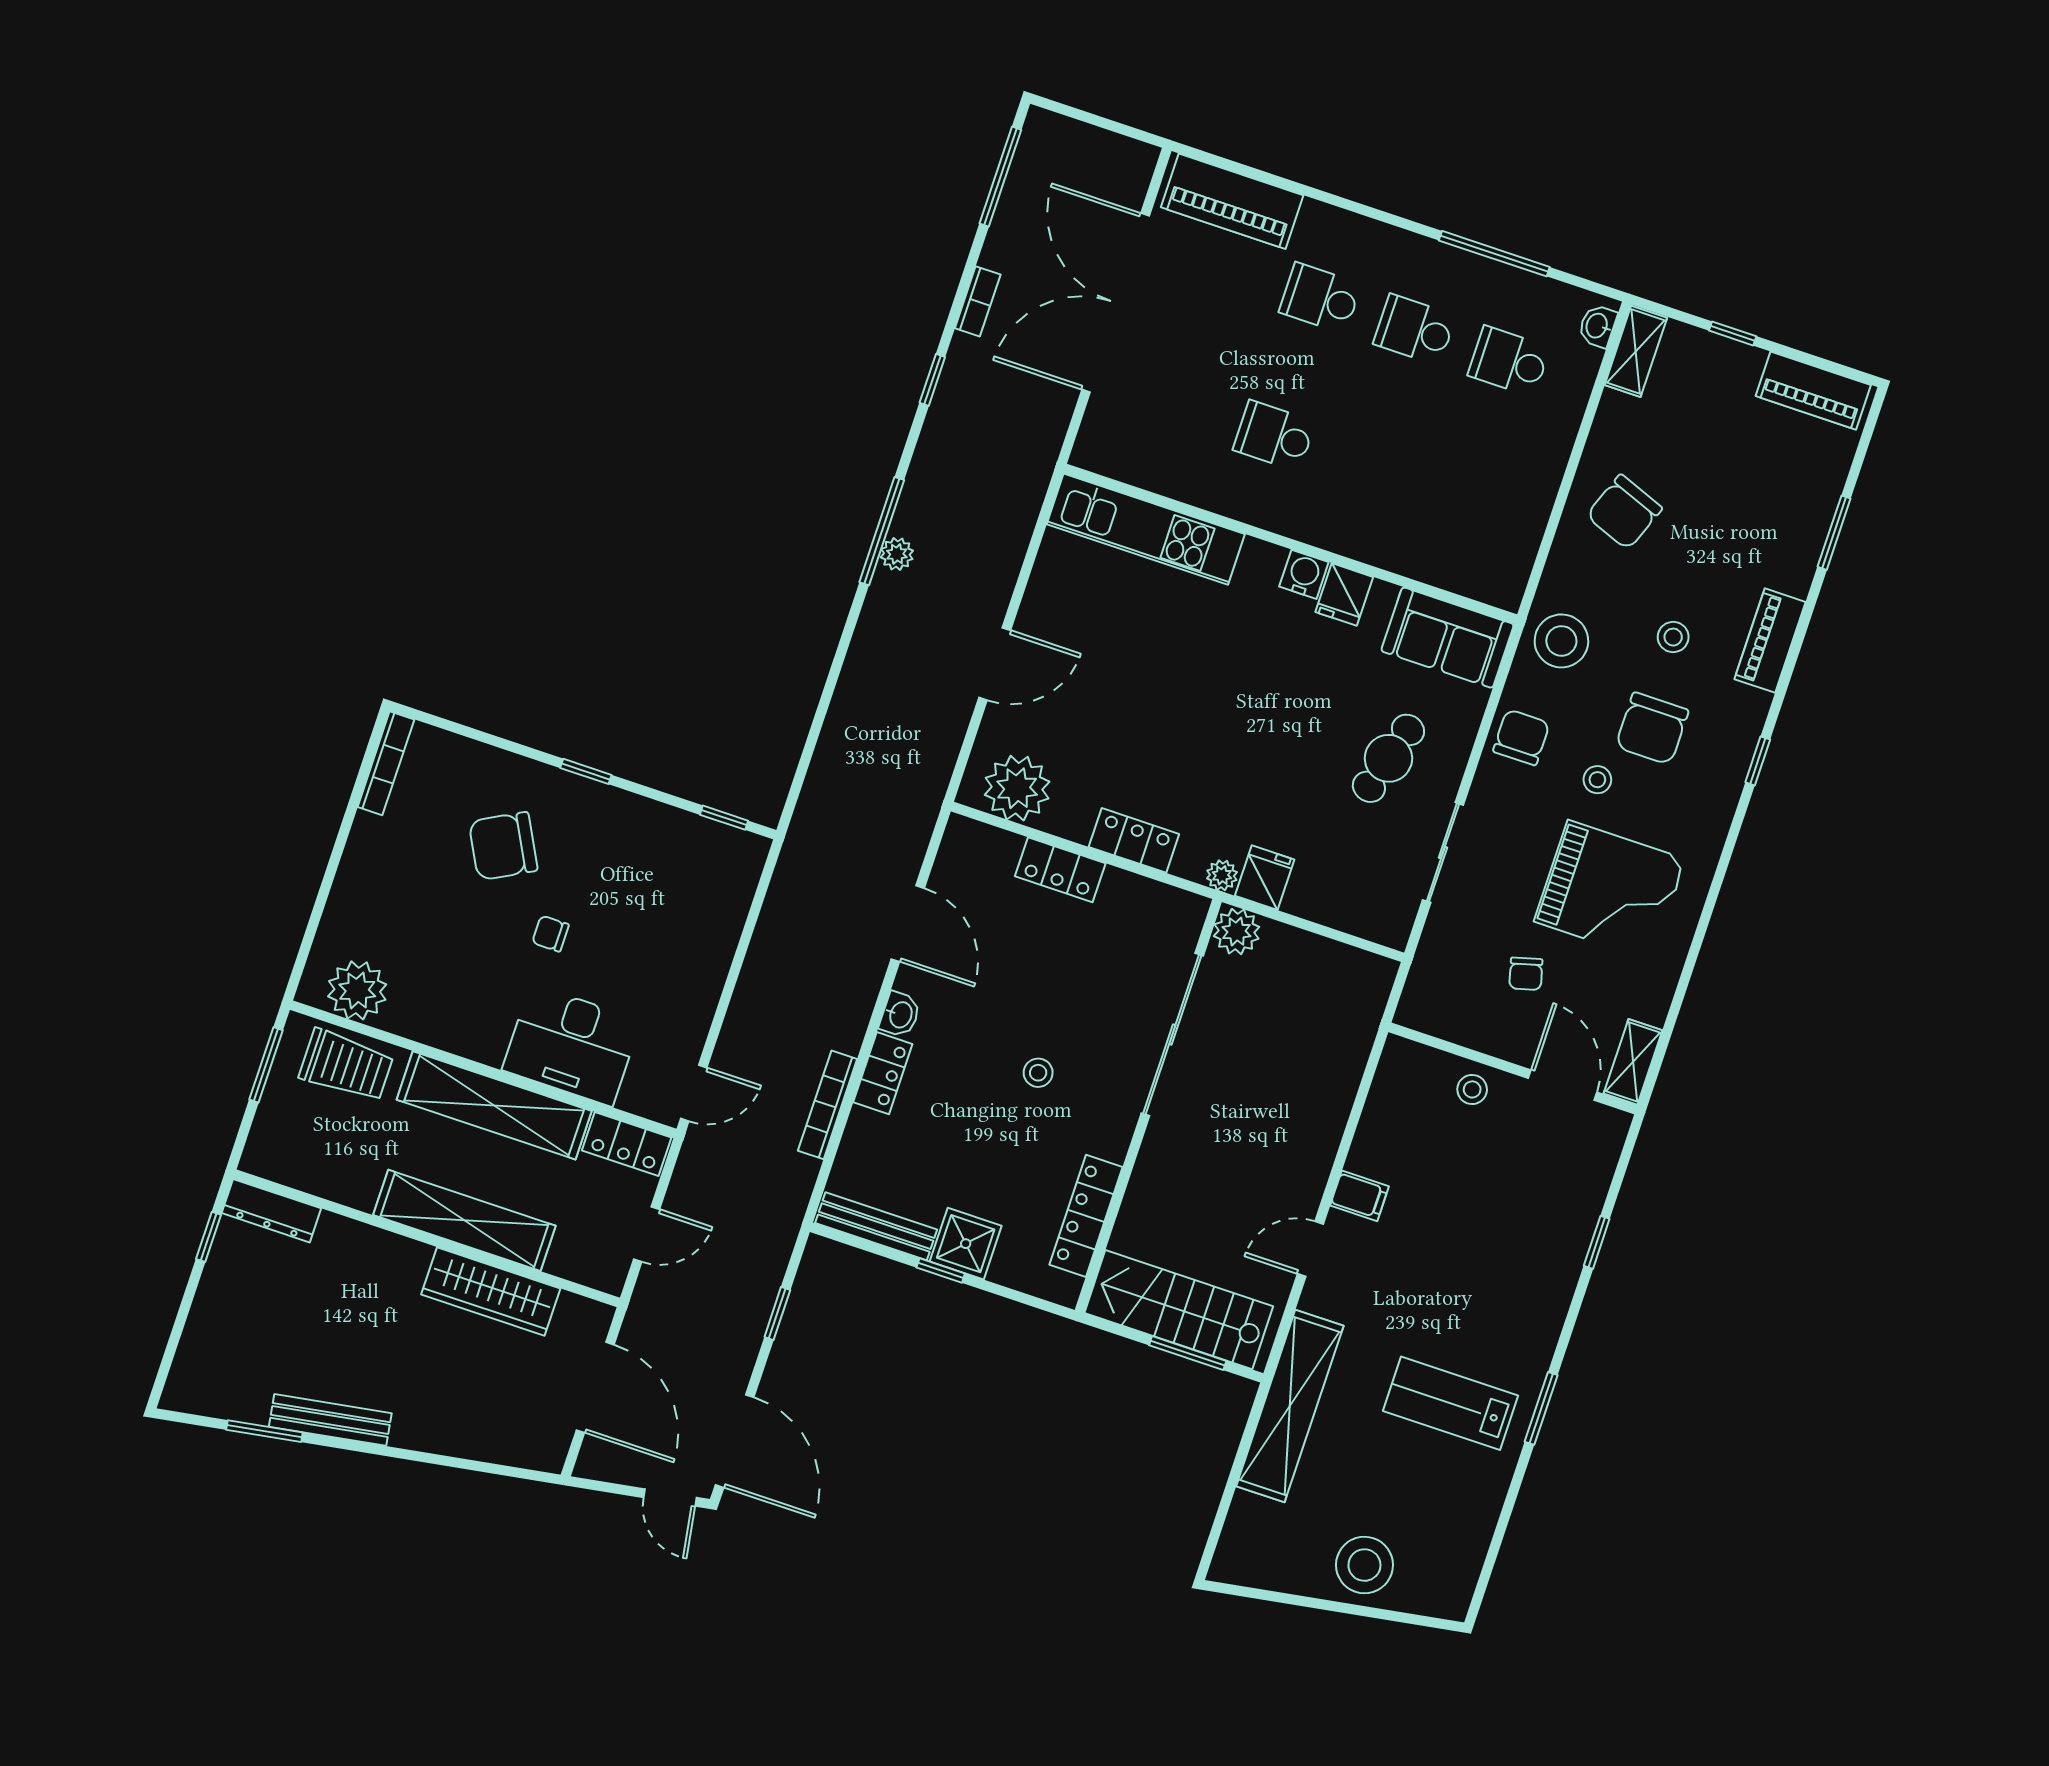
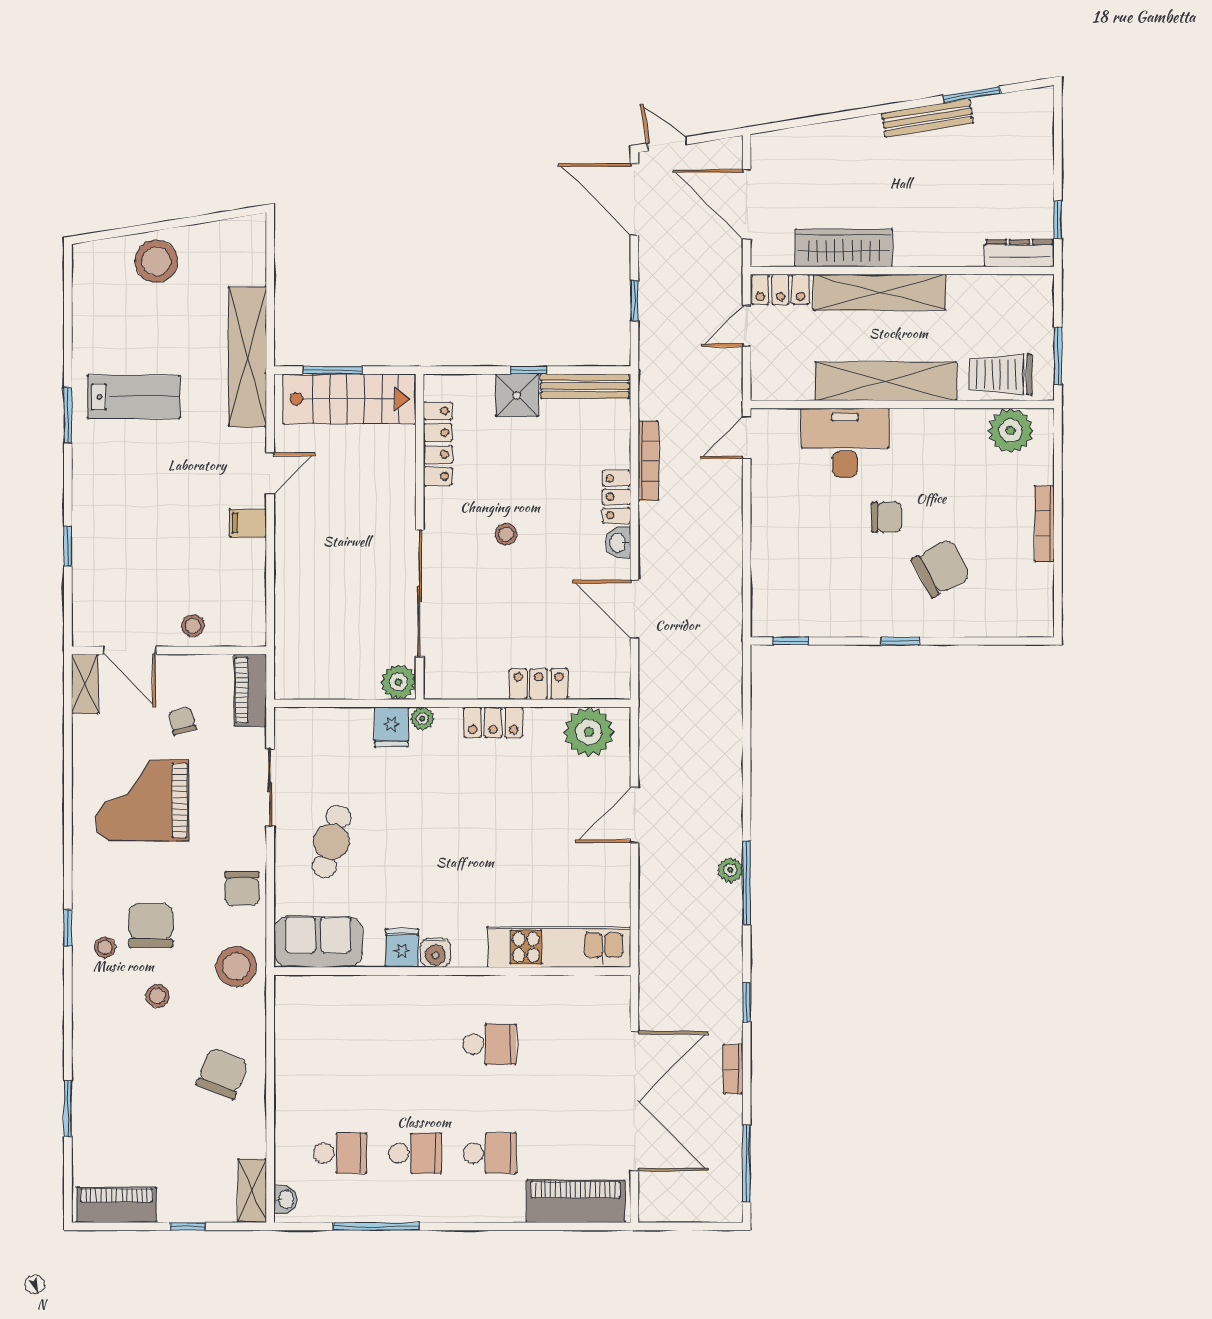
piano: (1770, 641) -> (250, 690), moved, turned 180
bookcase: (386, 763) -> (1044, 524), moved
stool: (1597, 780) -> (105, 947), moved
chair: (550, 934) -> (887, 517), width x1.37, depth x1.37
locker: (627, 1144) -> (781, 290), moved, turned 180

